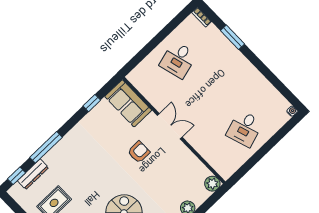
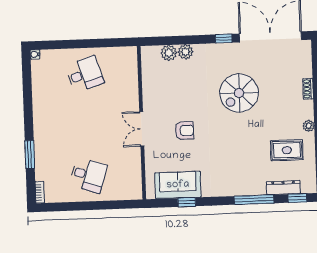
desk: (178, 60) -> (88, 175), turned 33
sofa: (128, 103) -> (178, 185), moved, turned -90
armchair: (139, 152) -> (184, 130), turned 180
plant: (212, 184) -> (169, 53), moved

